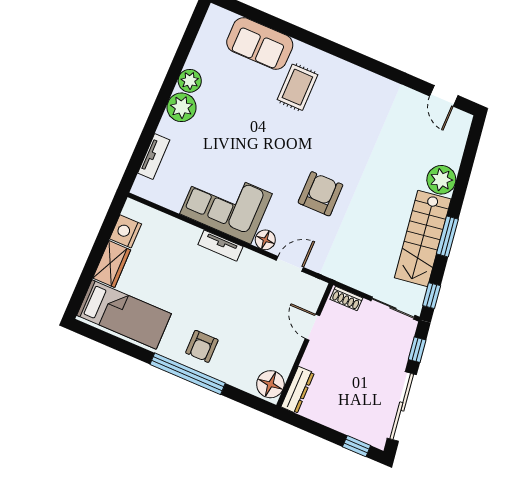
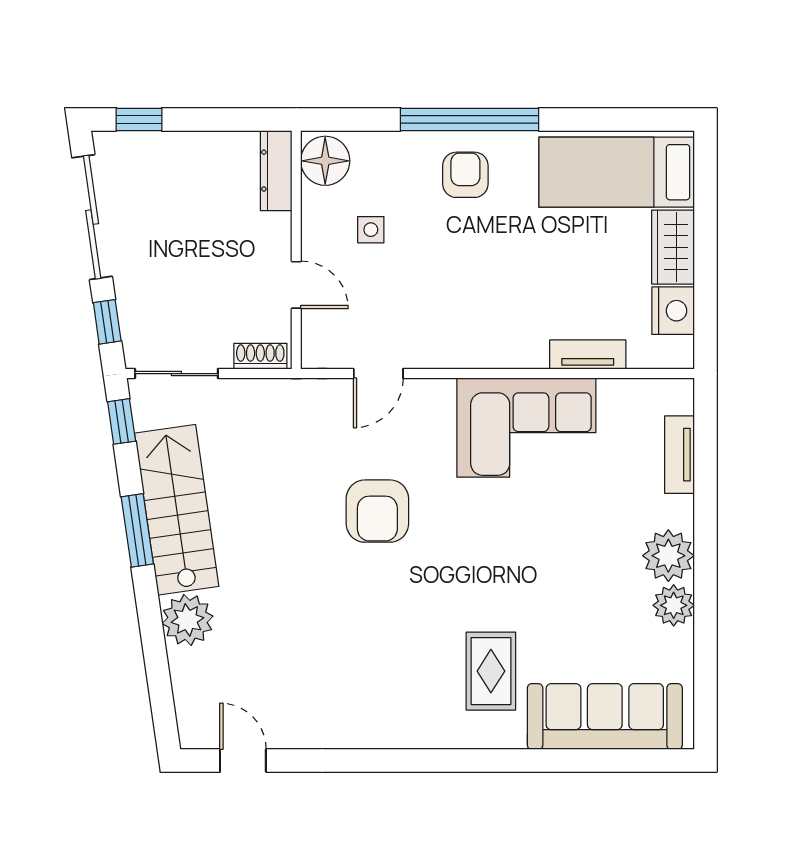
sofa: (260, 44) -> (605, 717), width x1.36
floor lamp: (265, 240) -> (436, 396), removed
tv unit: (220, 246) -> (588, 355), moved
side table: (262, 339) -> (371, 230), added

